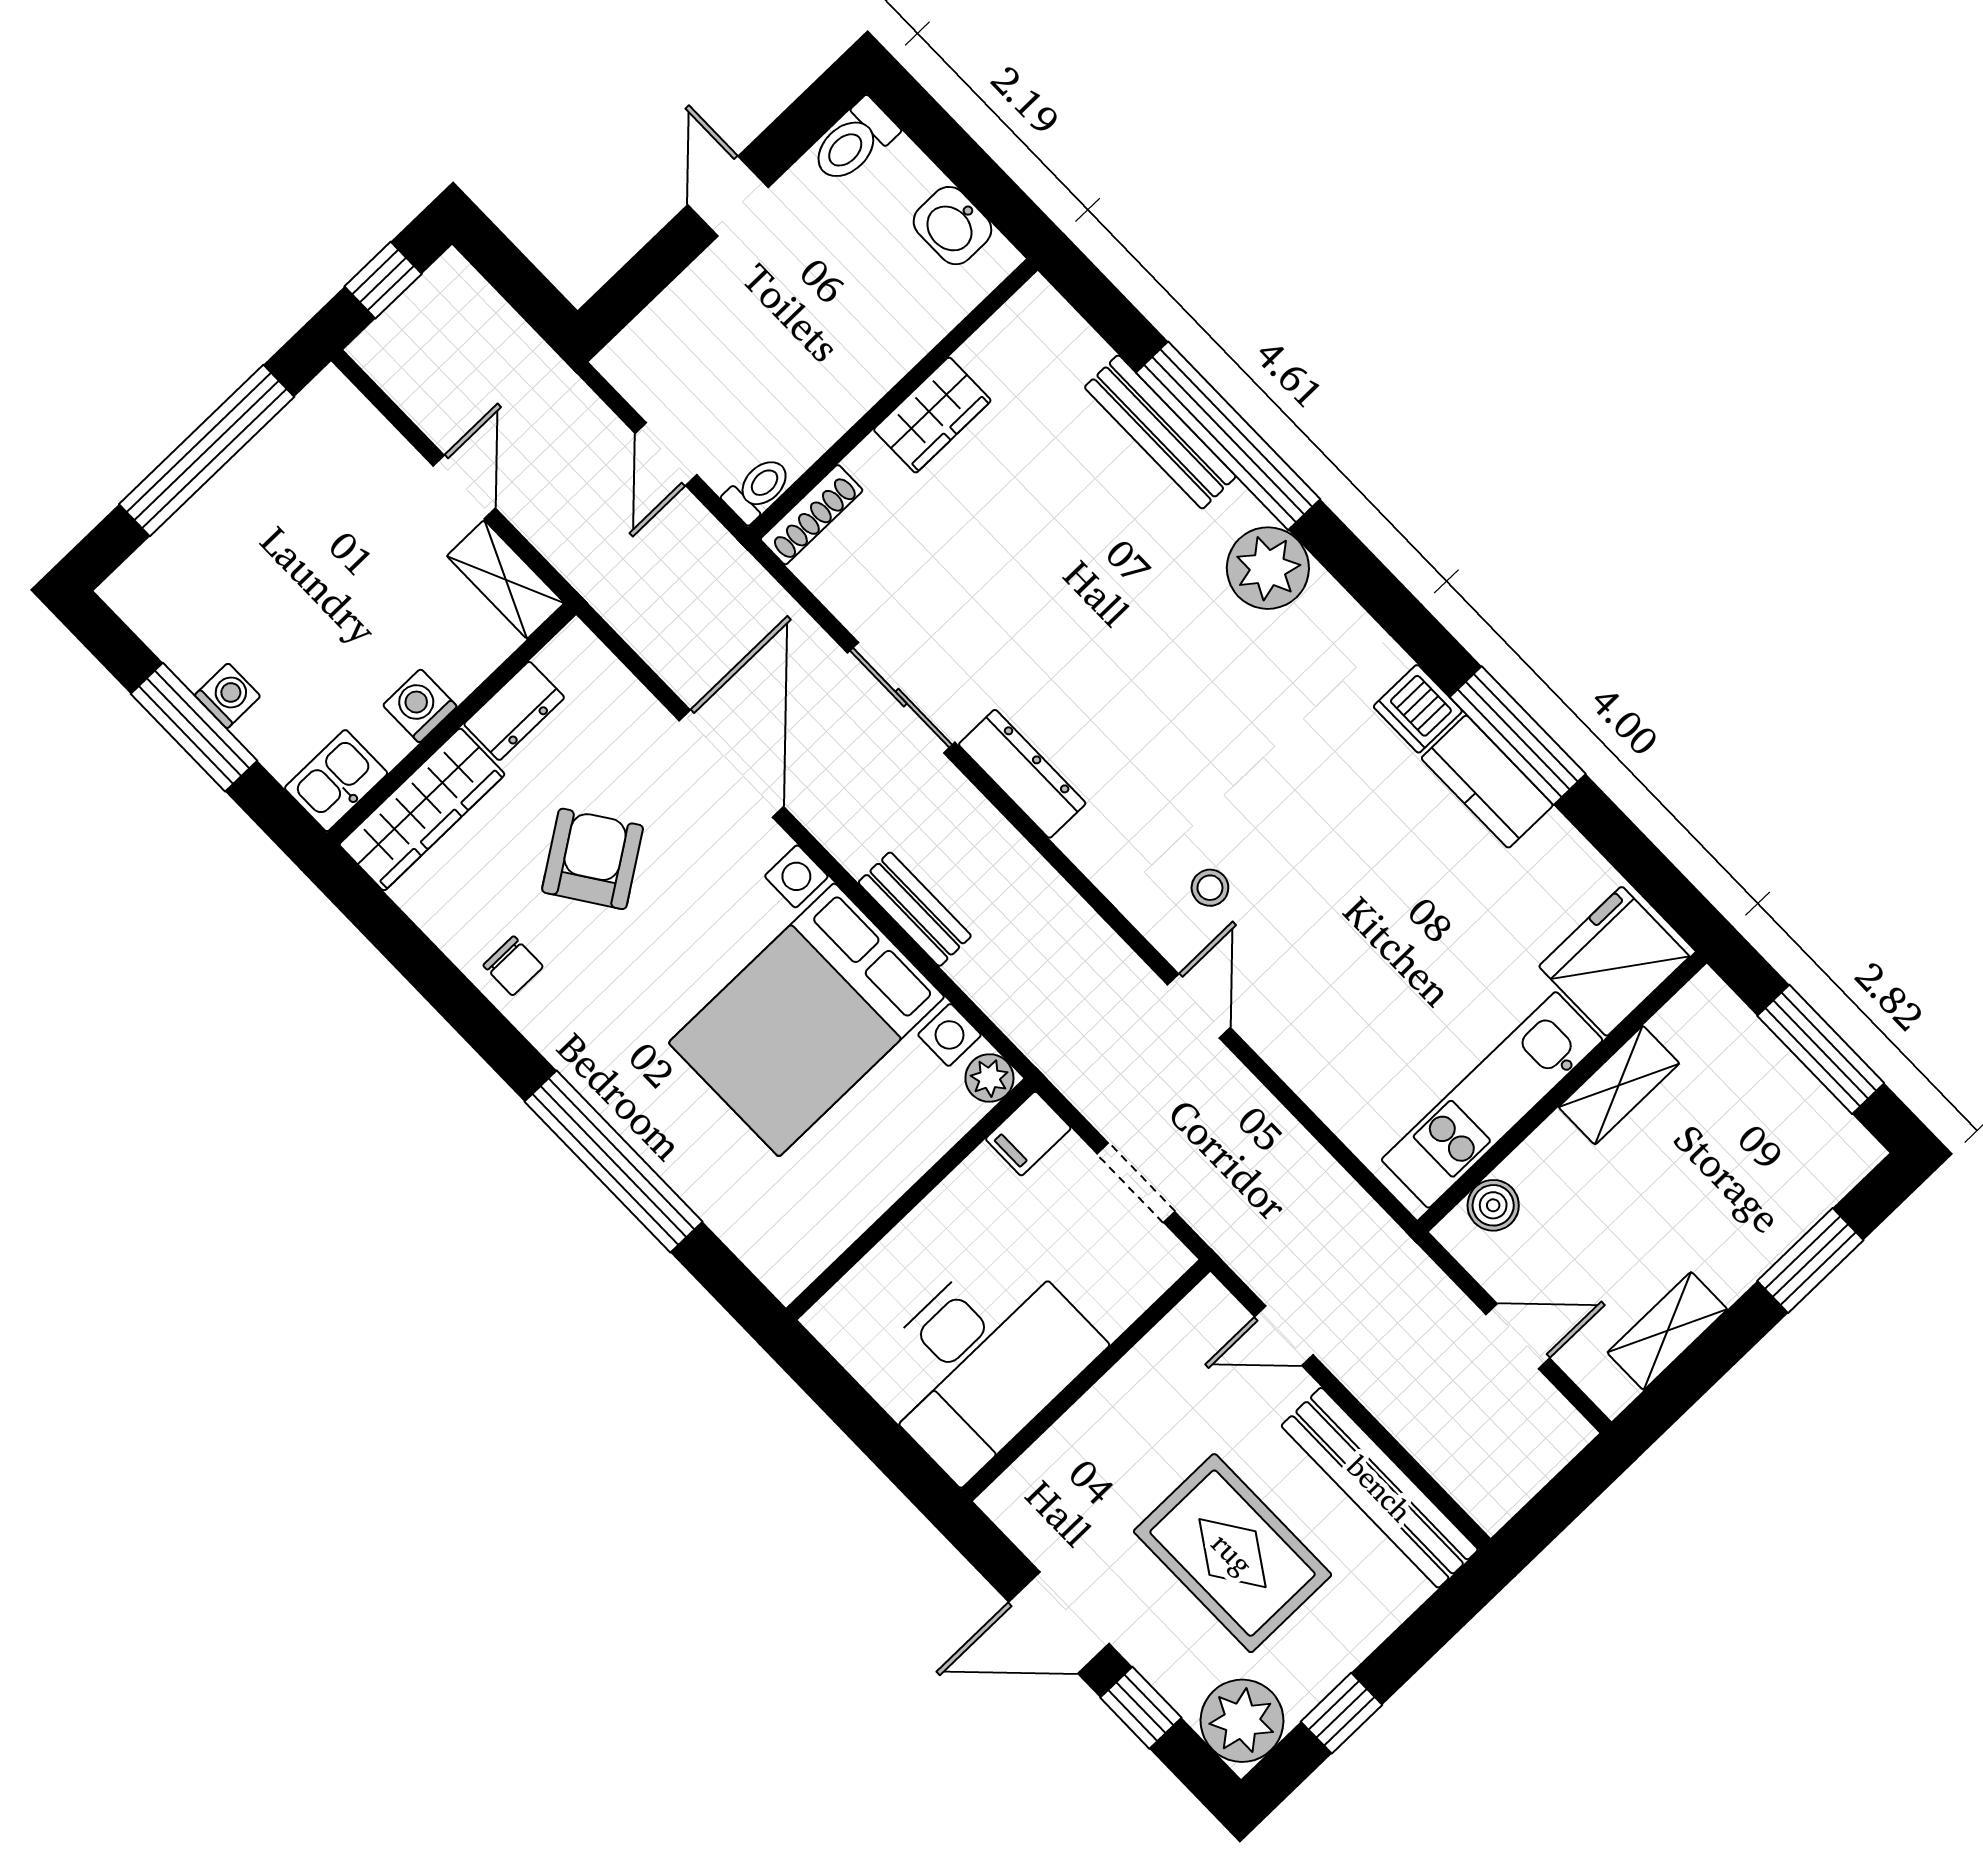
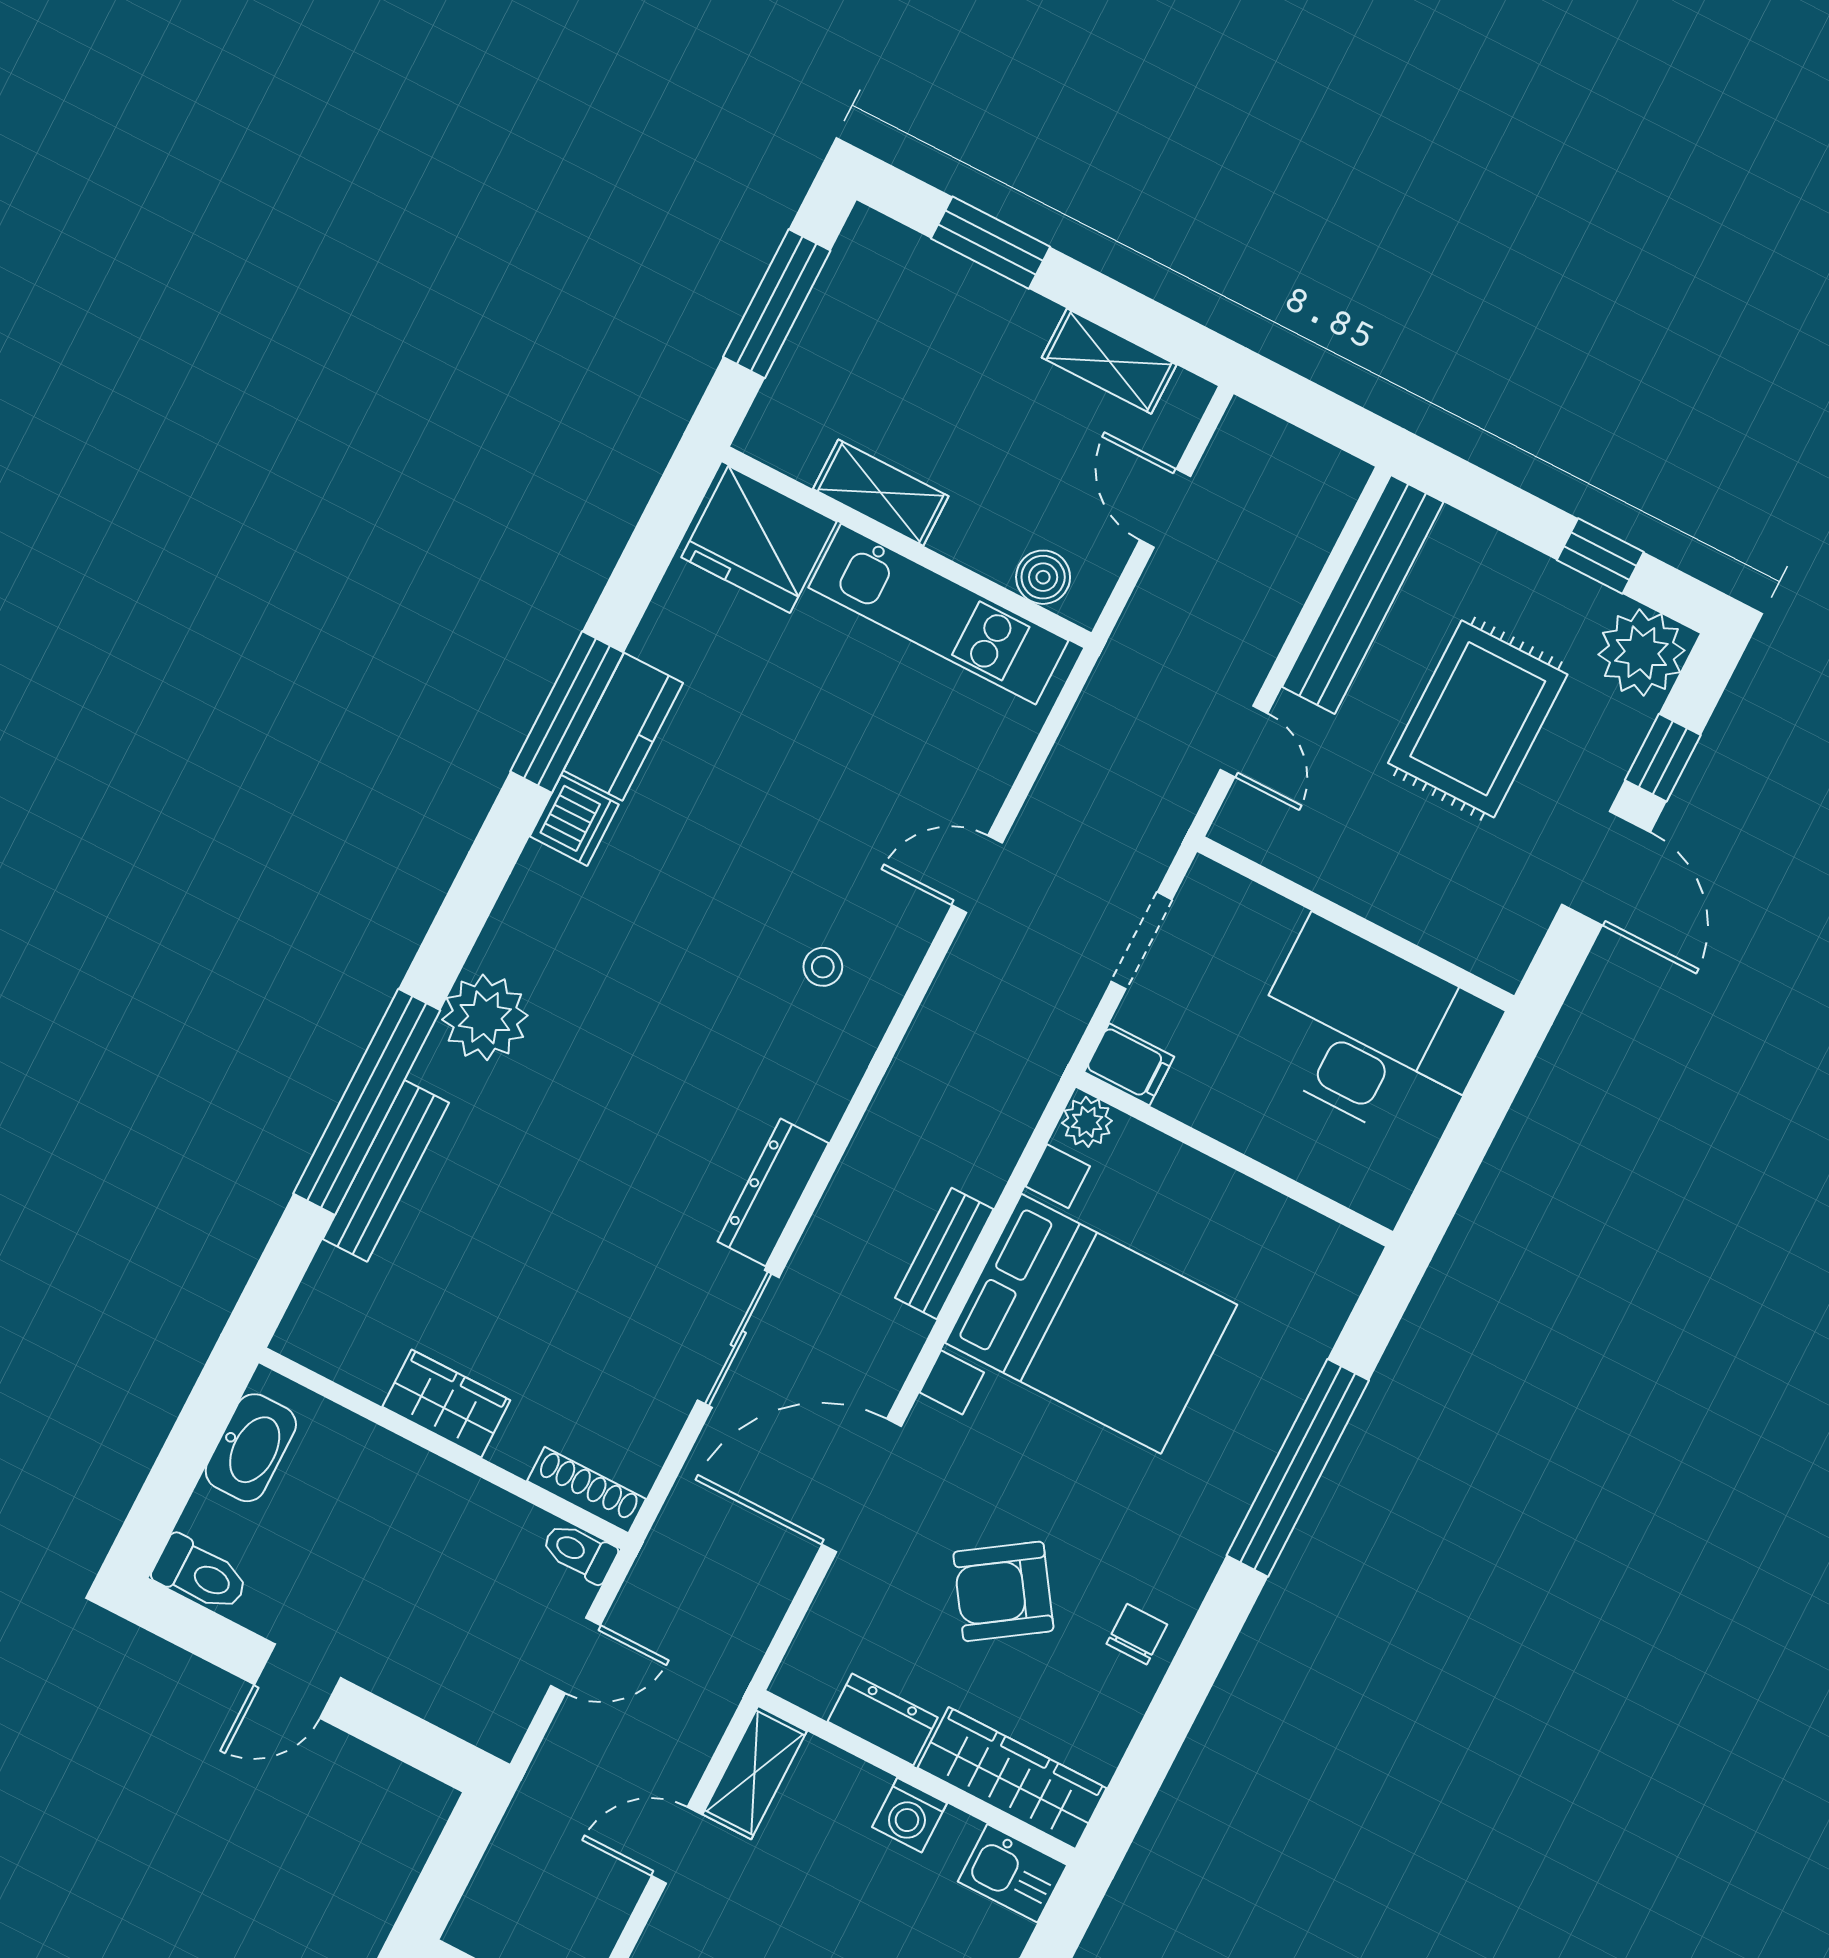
washbasin: (952, 226) -> (251, 1448), width x1.38
door: (1199, 1006) -> (977, 874), moved

